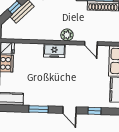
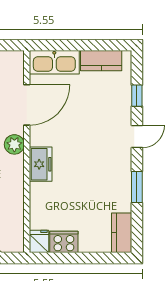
door: (91, 43) -> (27, 105), width x1.87

